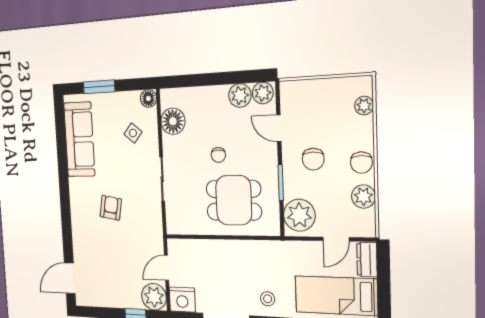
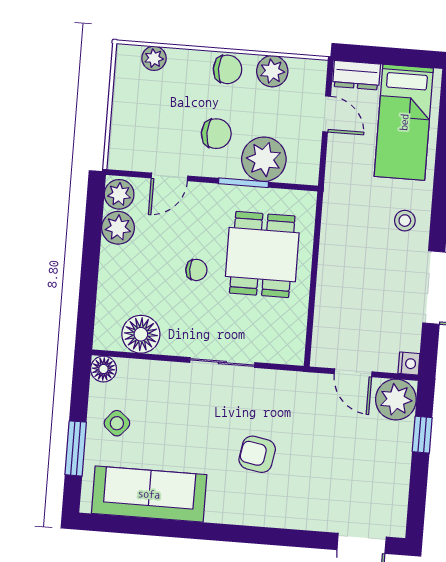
side table: (133, 133) -> (117, 423), moved
plant: (299, 215) -> (264, 159), moved
nightstand: (182, 300) -> (409, 364), width x0.53, depth x0.56

